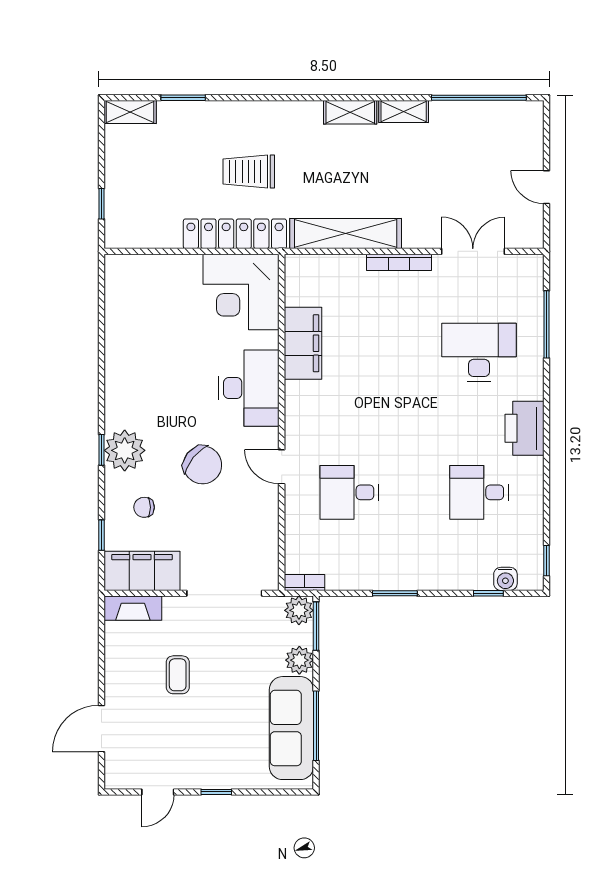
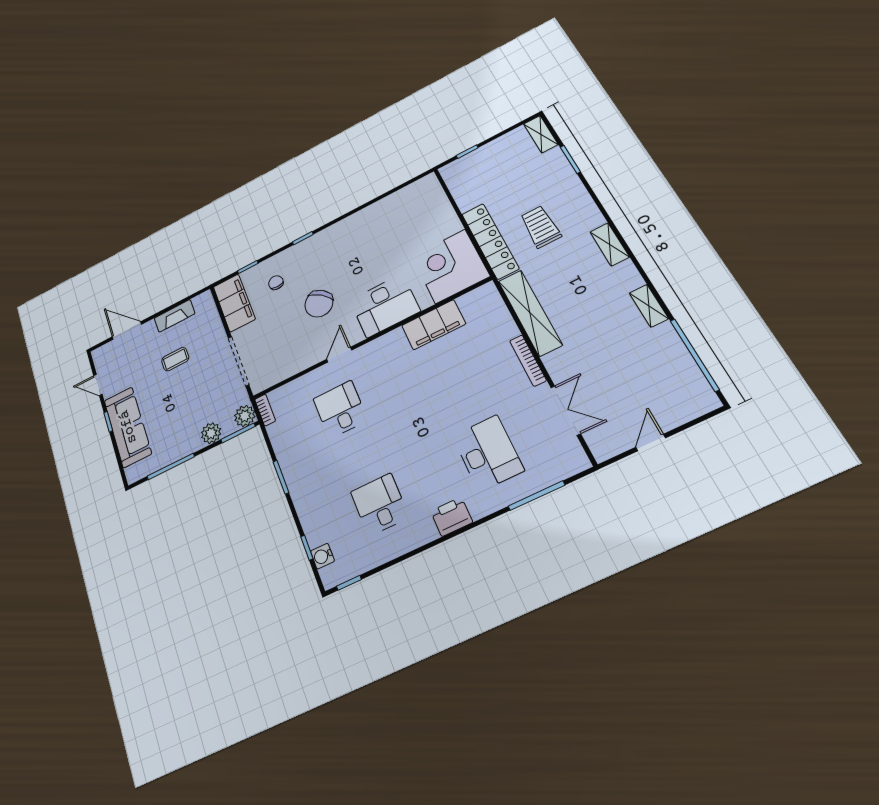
shelving: (350, 112) -> (610, 244), moved
printer: (525, 428) -> (452, 517), width x0.73, depth x0.84
plant: (125, 450) -> (308, 252), removed
fireplace: (133, 608) -> (175, 316), moved, turned -90
sofa: (291, 728) -> (128, 427), moved, turned 90

